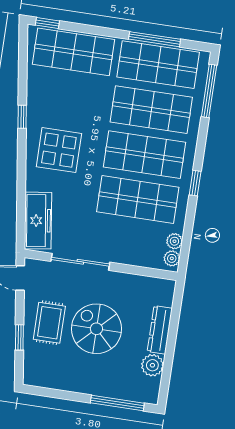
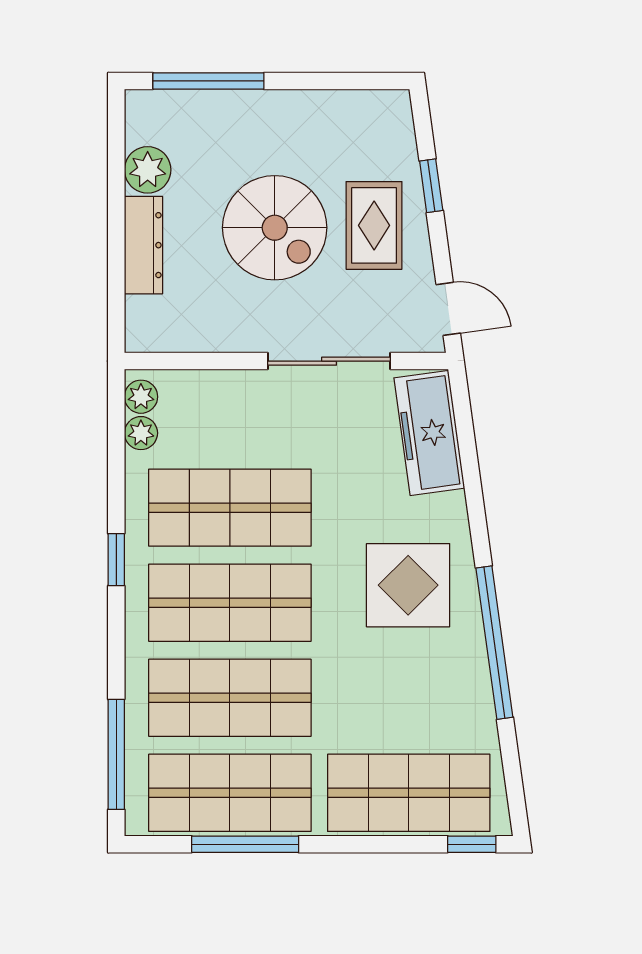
window: (22, 117) -> (494, 643), width x3.17

